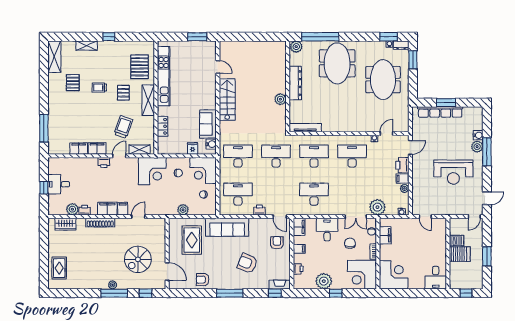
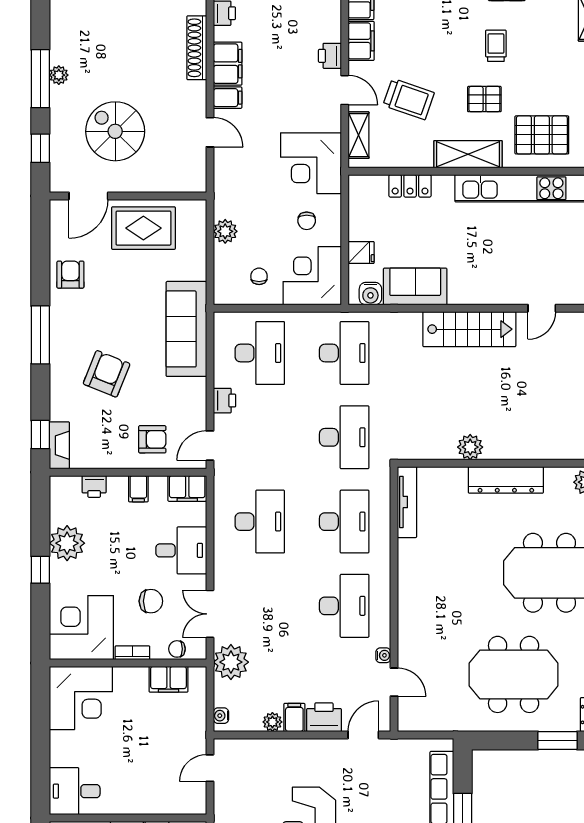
door: (410, 147) -> (363, 735), swing flipped
rug: (192, 240) -> (143, 228), moved

